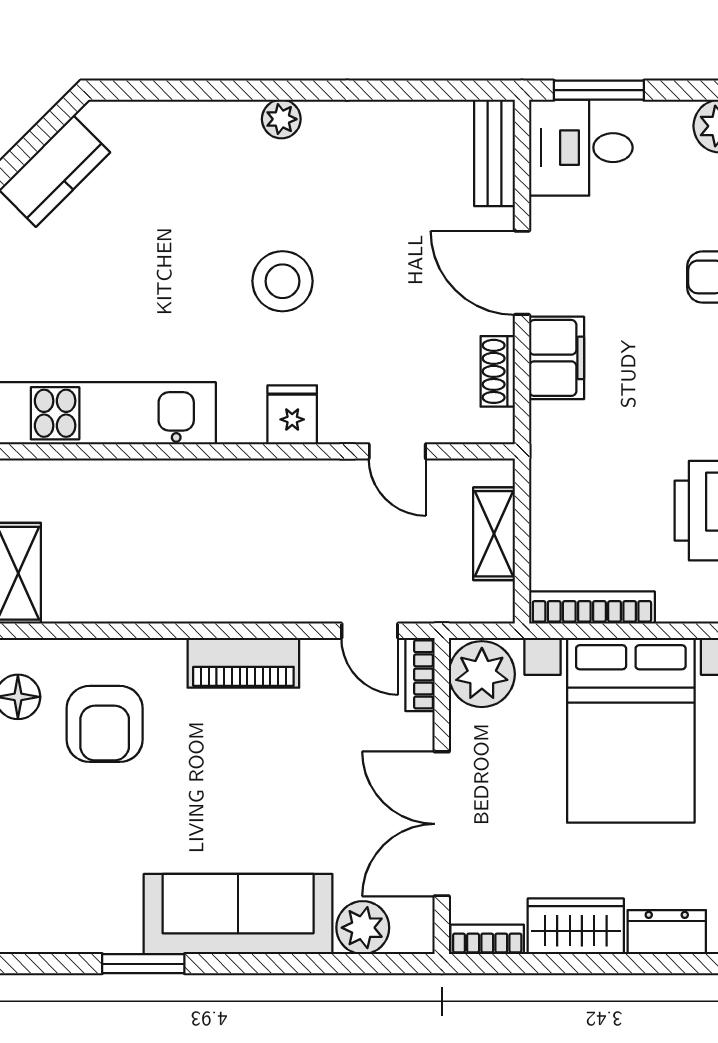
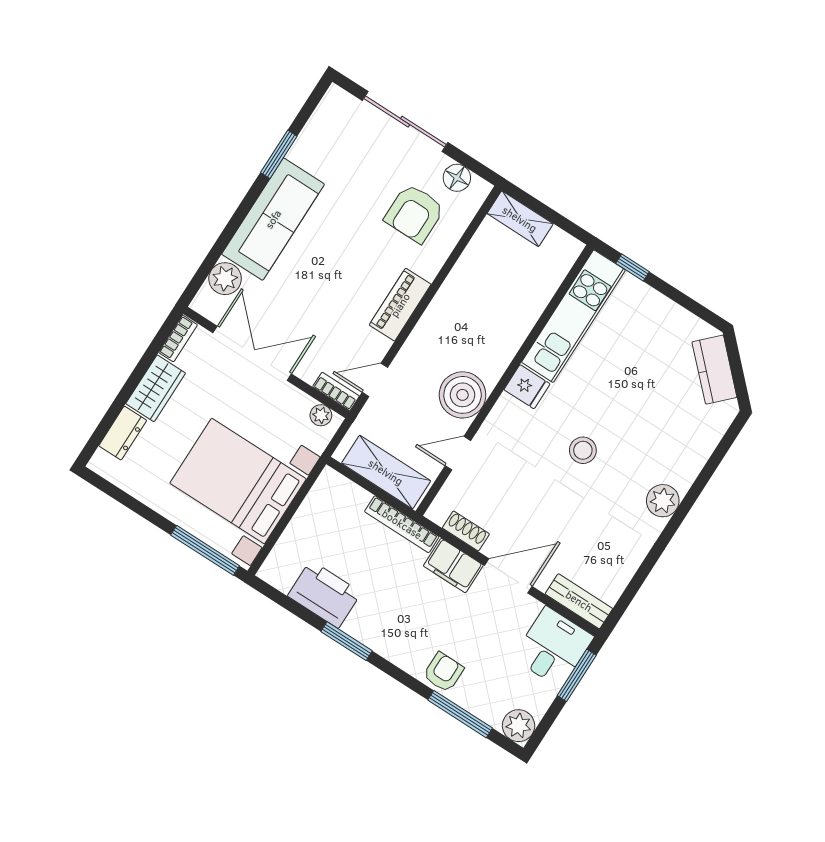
plant: (281, 119) -> (663, 501), width x1.38, depth x1.38
stool: (282, 281) -> (583, 450), width x0.73, depth x0.73
fridge: (292, 415) -> (527, 387), moved
boiler: (313, 497) -> (463, 395), added
shelving: (494, 534) -> (386, 472), width x1.50, depth x1.33
bookcase: (592, 608) -> (402, 524), moved, turned 90
plant: (482, 674) -> (321, 415), width x0.53, depth x0.53
armchair: (105, 724) -> (414, 213), turned -90

